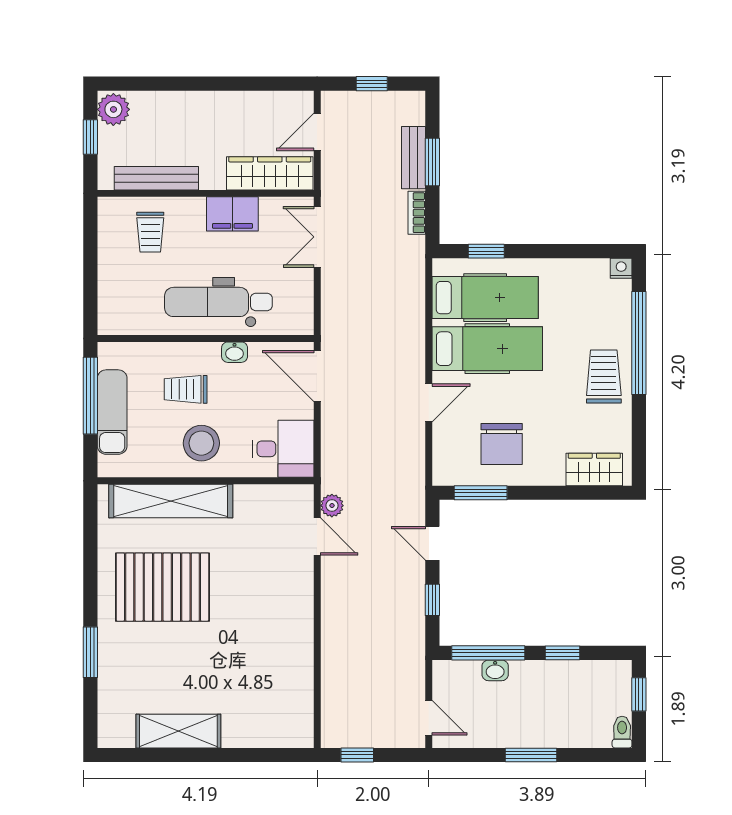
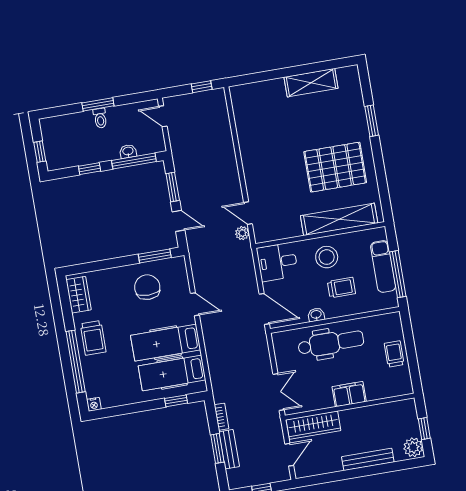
bench: (156, 178) -> (368, 459), moved
filing cabinet: (232, 214) -> (349, 394), moved
trolley: (150, 232) -> (394, 354), moved
door: (429, 403) -> (195, 304), swing flipped
wardrobe: (594, 469) -> (79, 295), moved, turned -90
window: (432, 600) -> (173, 187), width x1.50
toilet: (622, 732) -> (100, 118), moved

